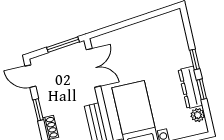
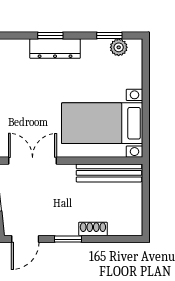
dresser: (190, 87) -> (55, 49), moved
window: (202, 89) -> (109, 36), moved

